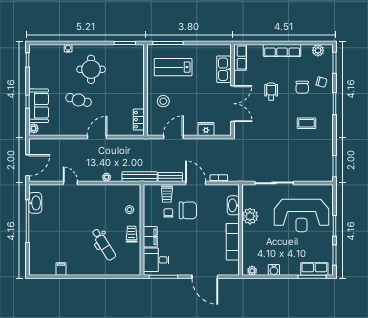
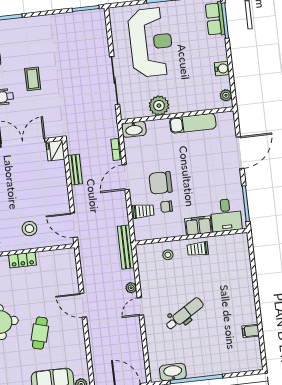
locker: (139, 120) -> (23, 260), moved
coffee table: (306, 123) -> (33, 79), moved
fridge: (206, 129) -> (55, 151), moved
door: (173, 137) -> (74, 225), moved
bench: (170, 177) -> (75, 170), moved
door: (70, 183) -> (140, 306), moved
washbasin: (233, 205) -> (134, 129), moved
chair: (188, 210) -> (161, 183), turned -90
dental chair: (104, 244) -> (184, 314), moved

